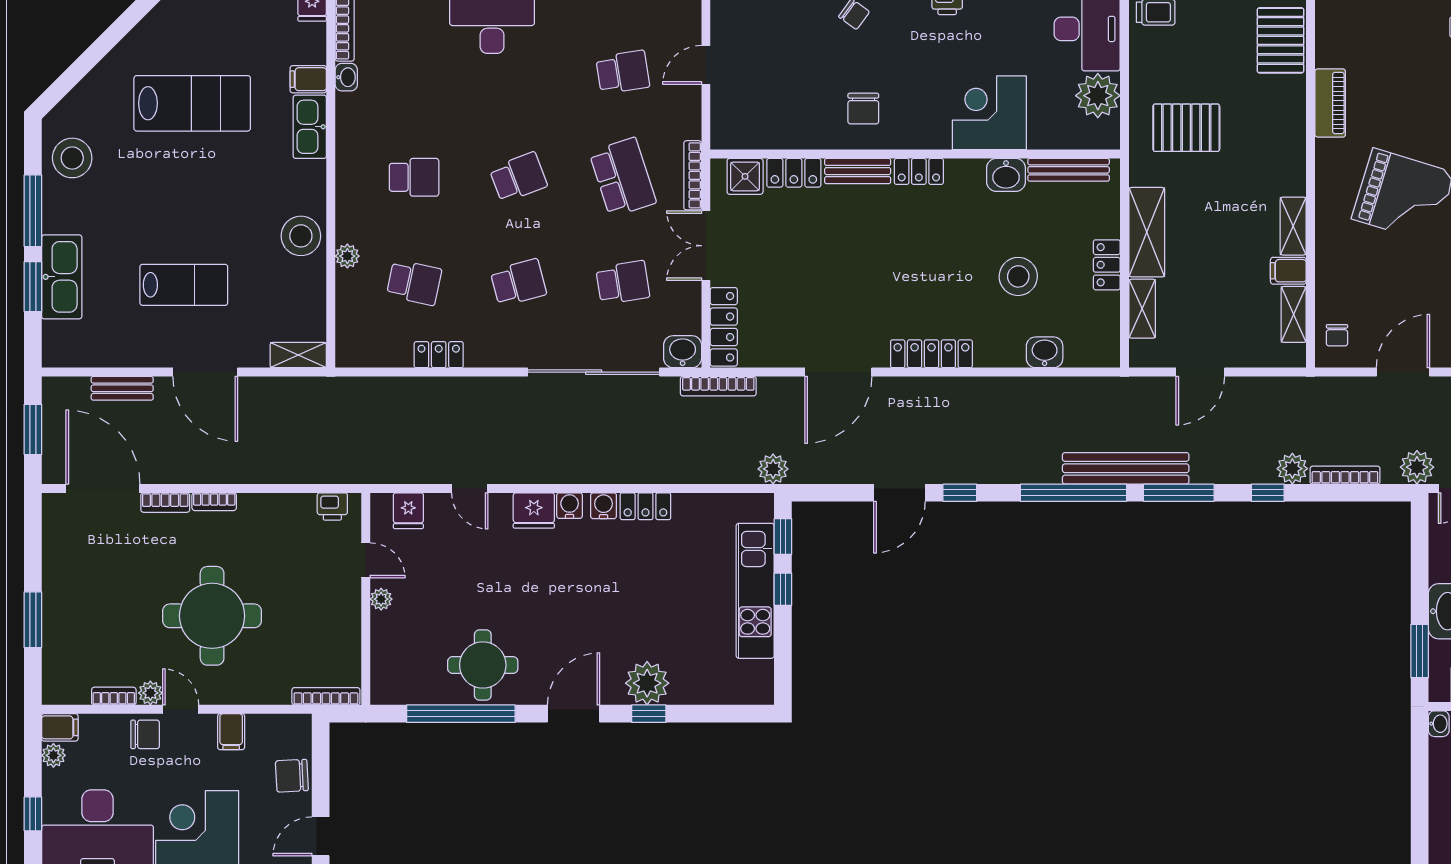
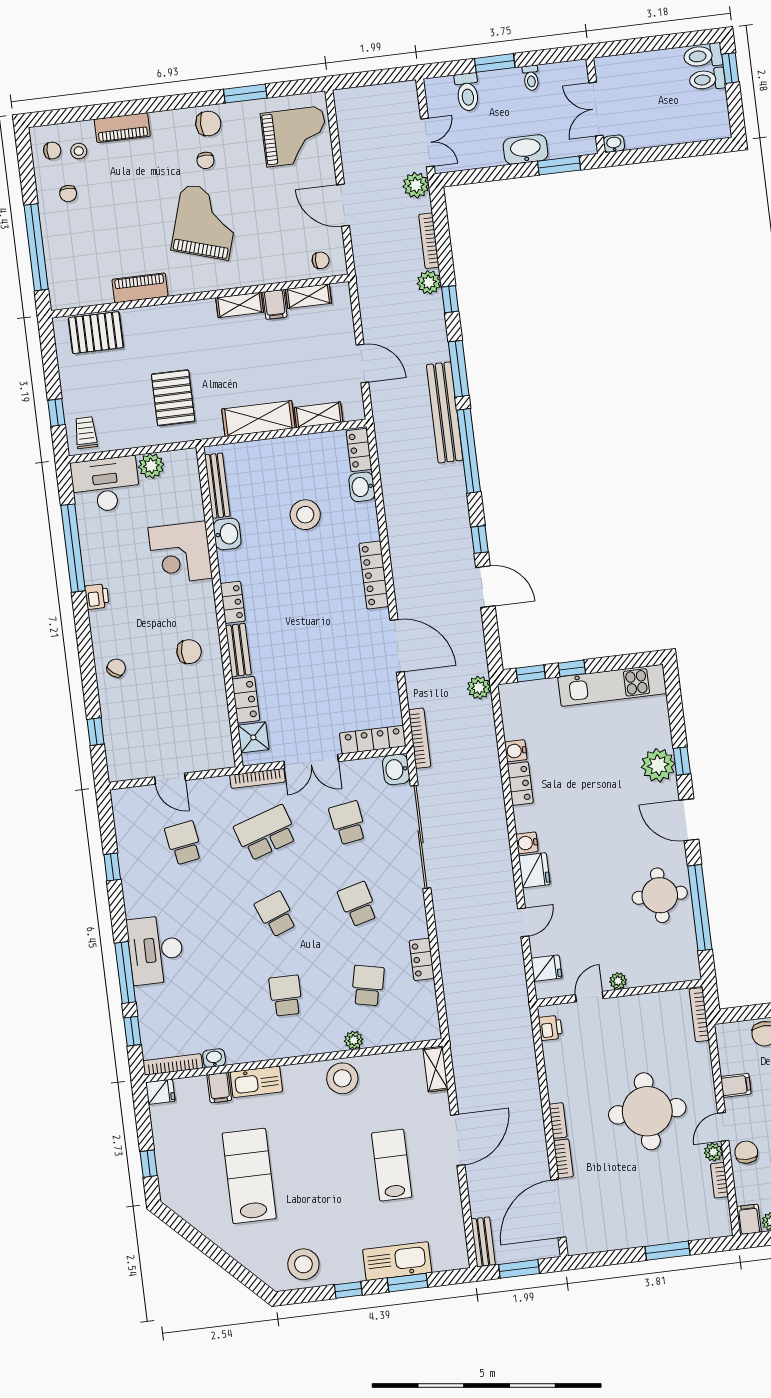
plant: (1098, 96) -> (151, 466), width x0.73, depth x0.73
window: (33, 211) -> (348, 1290), width x0.46
locker: (1107, 265) -> (359, 450), moved, turned 90
bench: (122, 388) -> (483, 1242), moved
water cooler: (604, 506) -> (516, 751), moved
kitchen unit: (755, 591) -> (612, 685), moved

